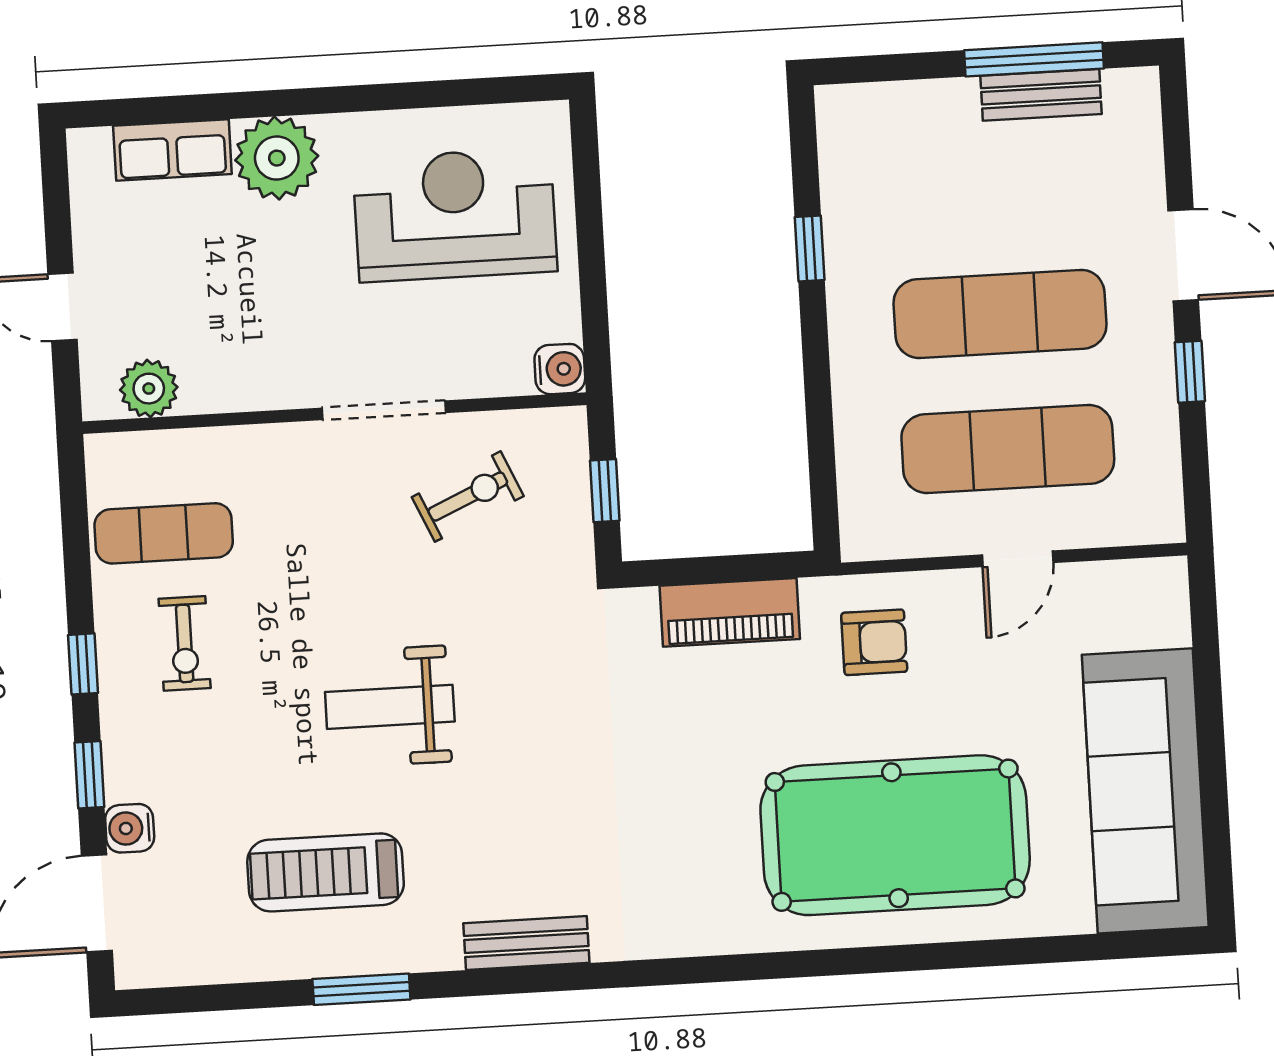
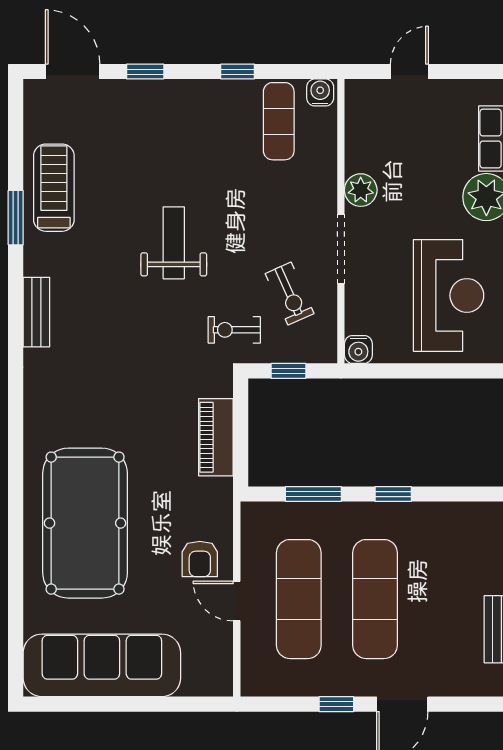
window: (810, 248) -> (393, 494), moved
plant: (149, 389) -> (361, 190), moved
window: (820, 434) -> (313, 494), added
armchair: (874, 642) -> (200, 559), moved
exercise bike: (185, 643) -> (234, 330), moved
window: (83, 664) -> (238, 72), moved
water cooler: (130, 828) -> (320, 92), moved
treadmill: (326, 872) -> (54, 188), moved

